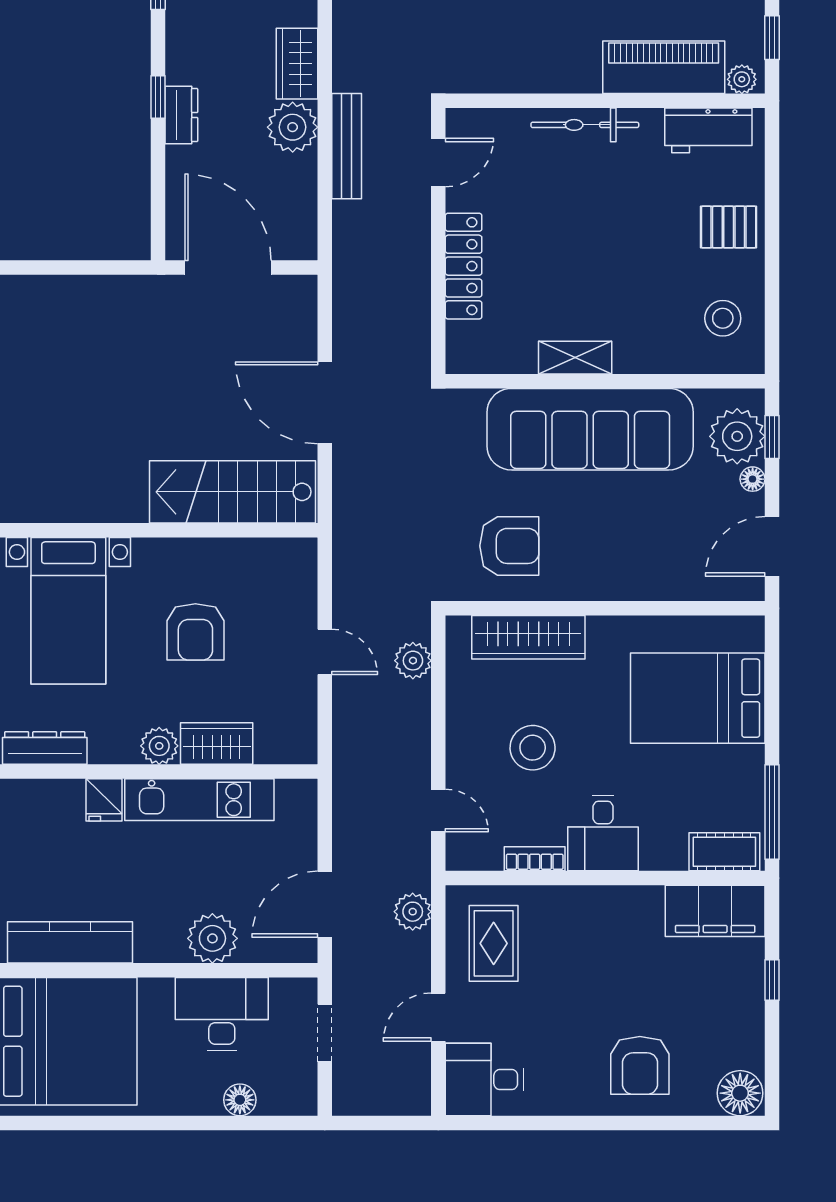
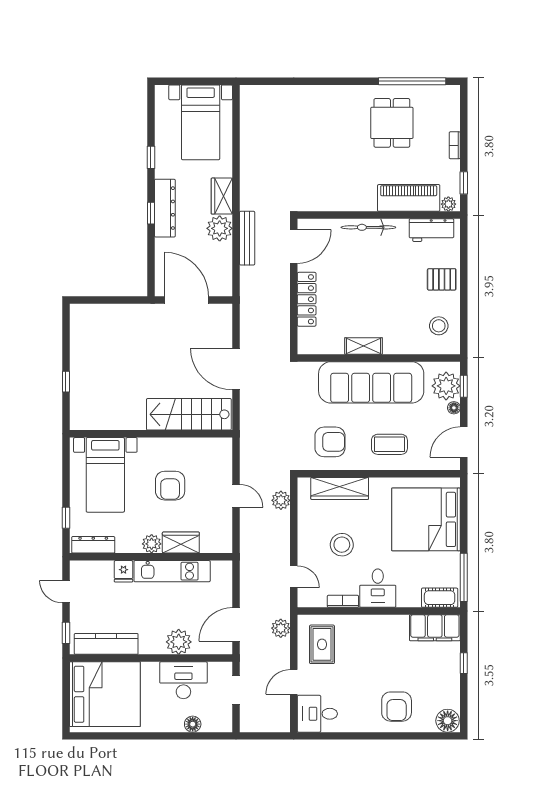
dresser: (181, 115) -> (165, 208), width x1.96, depth x1.24
door: (438, 163) -> (294, 247), width x1.38
coffee table: (626, 551) -> (389, 444), added
bed: (698, 698) -> (426, 519), width x1.36

